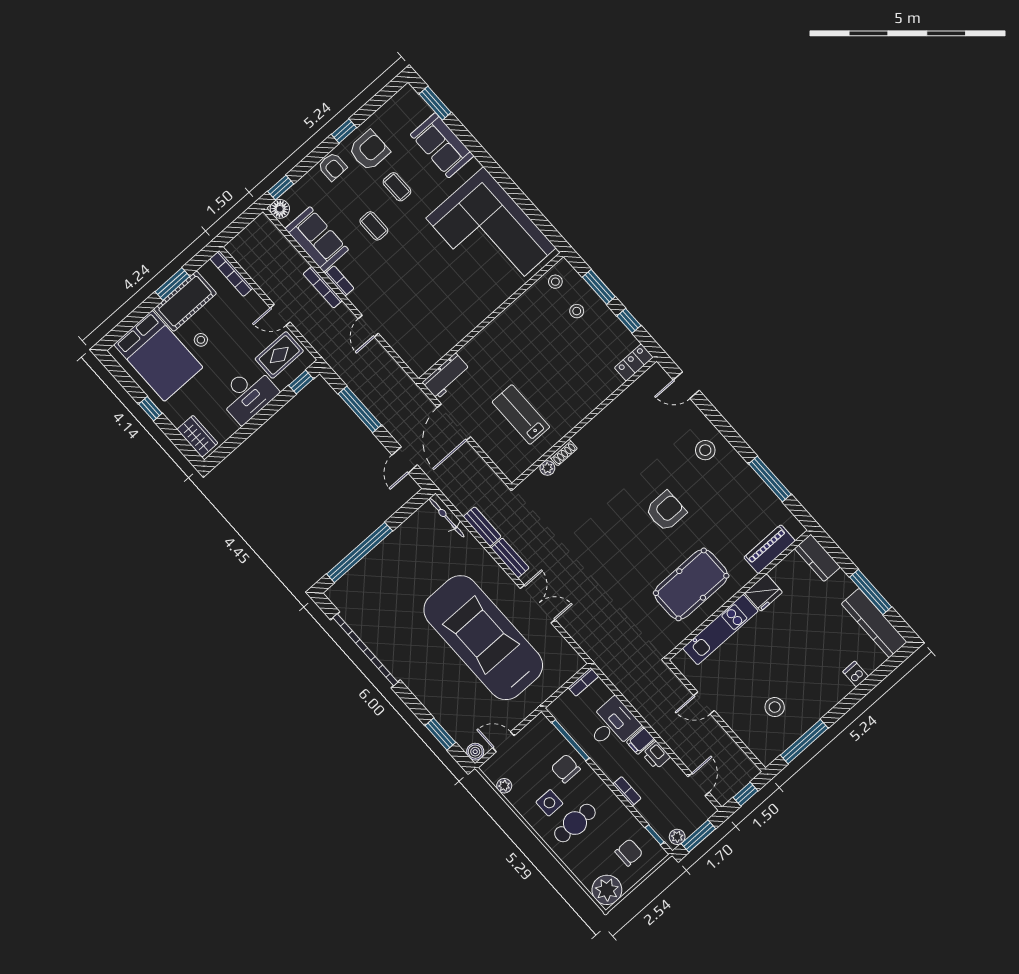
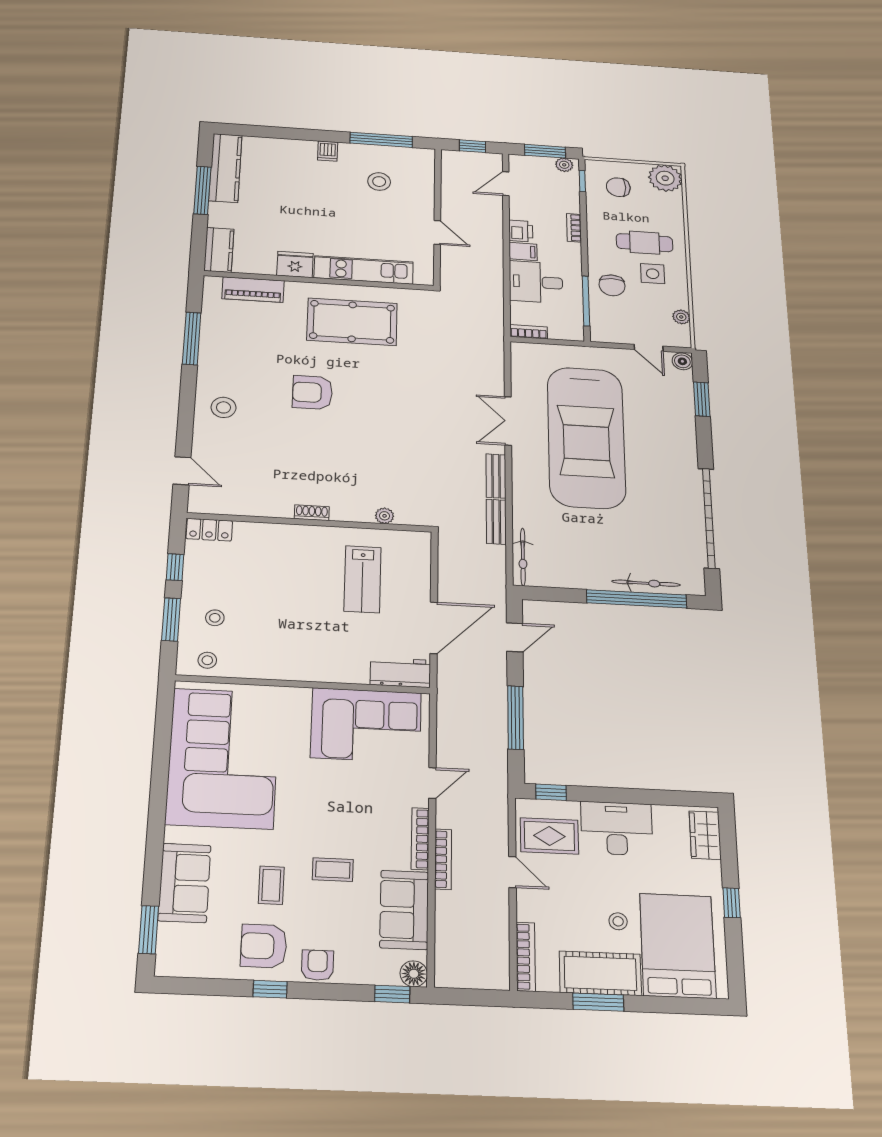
coffee table: (374, 226) -> (333, 870), turned 90
bookcase: (339, 281) -> (420, 839), width x1.56
corner sofa: (435, 326) -> (366, 725), added
shoe rack: (563, 453) -> (312, 513), moved
bicycle: (363, 568) -> (646, 583), added
dishwasher: (856, 674) -> (328, 151), moved

